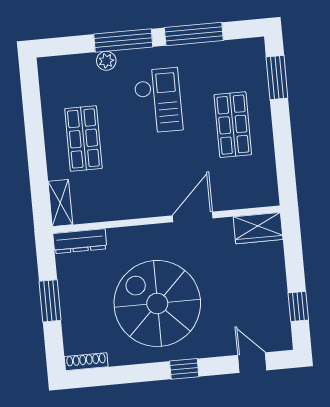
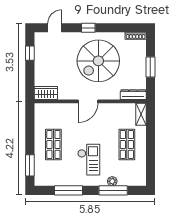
window: (123, 40) -> (113, 190), moved
checkout: (158, 101) -> (89, 160), turned 180
door: (193, 217) -> (88, 101), moved
spiral stairs: (157, 303) -> (98, 61), turned 90
door: (252, 363) -> (55, 28), swing flipped

